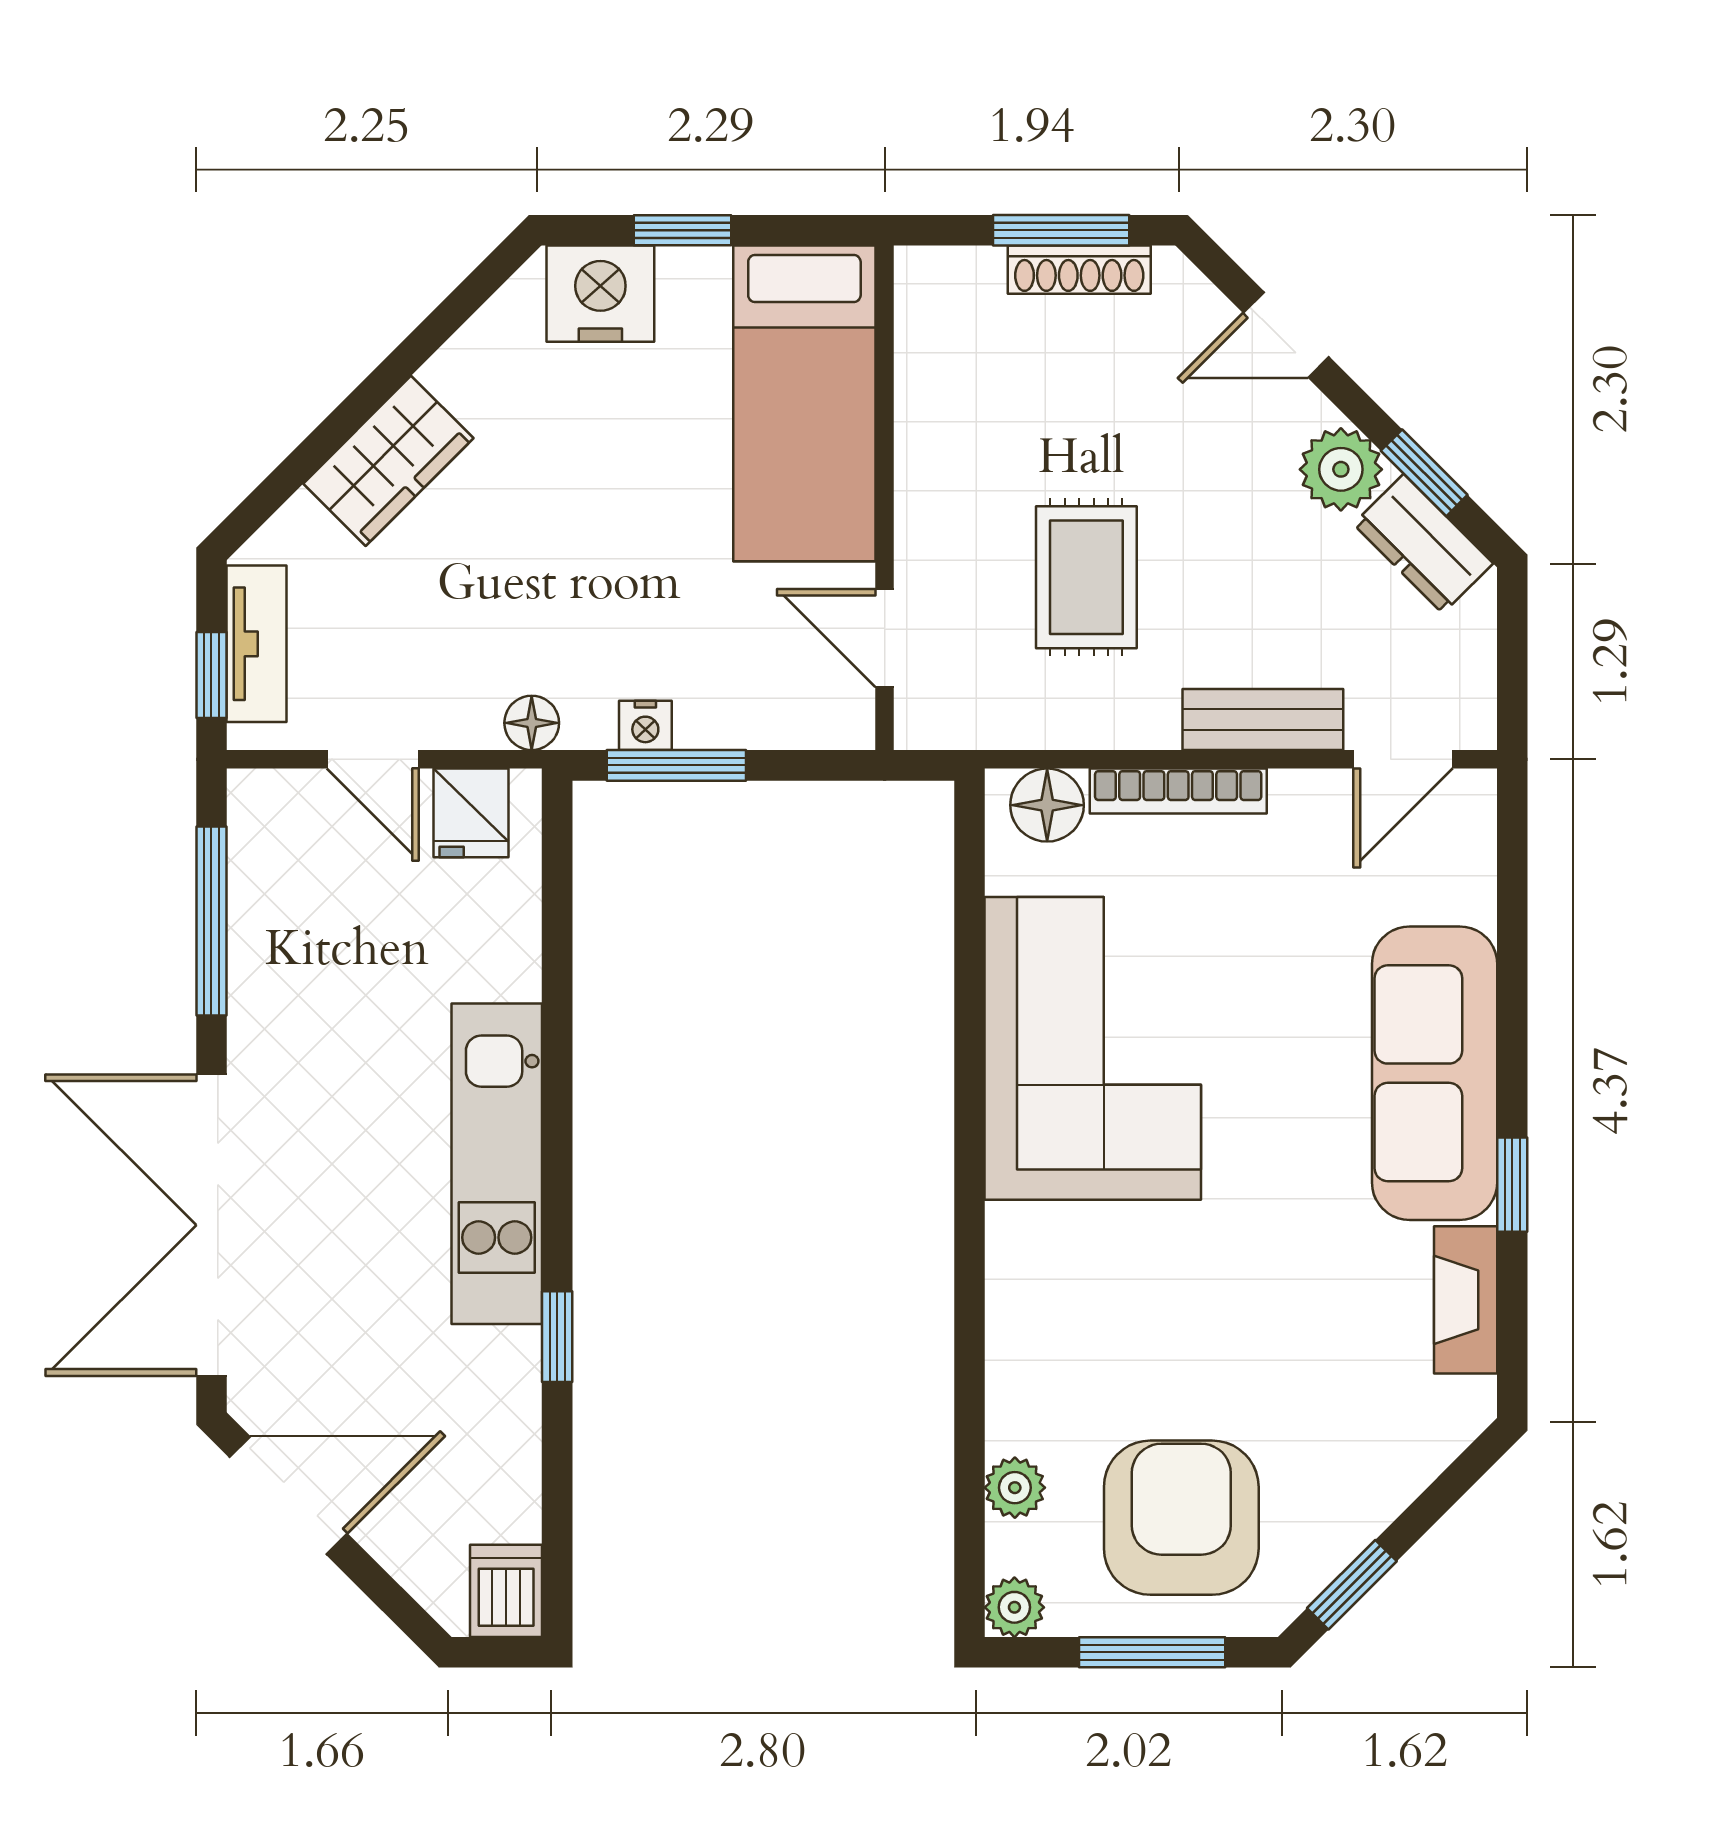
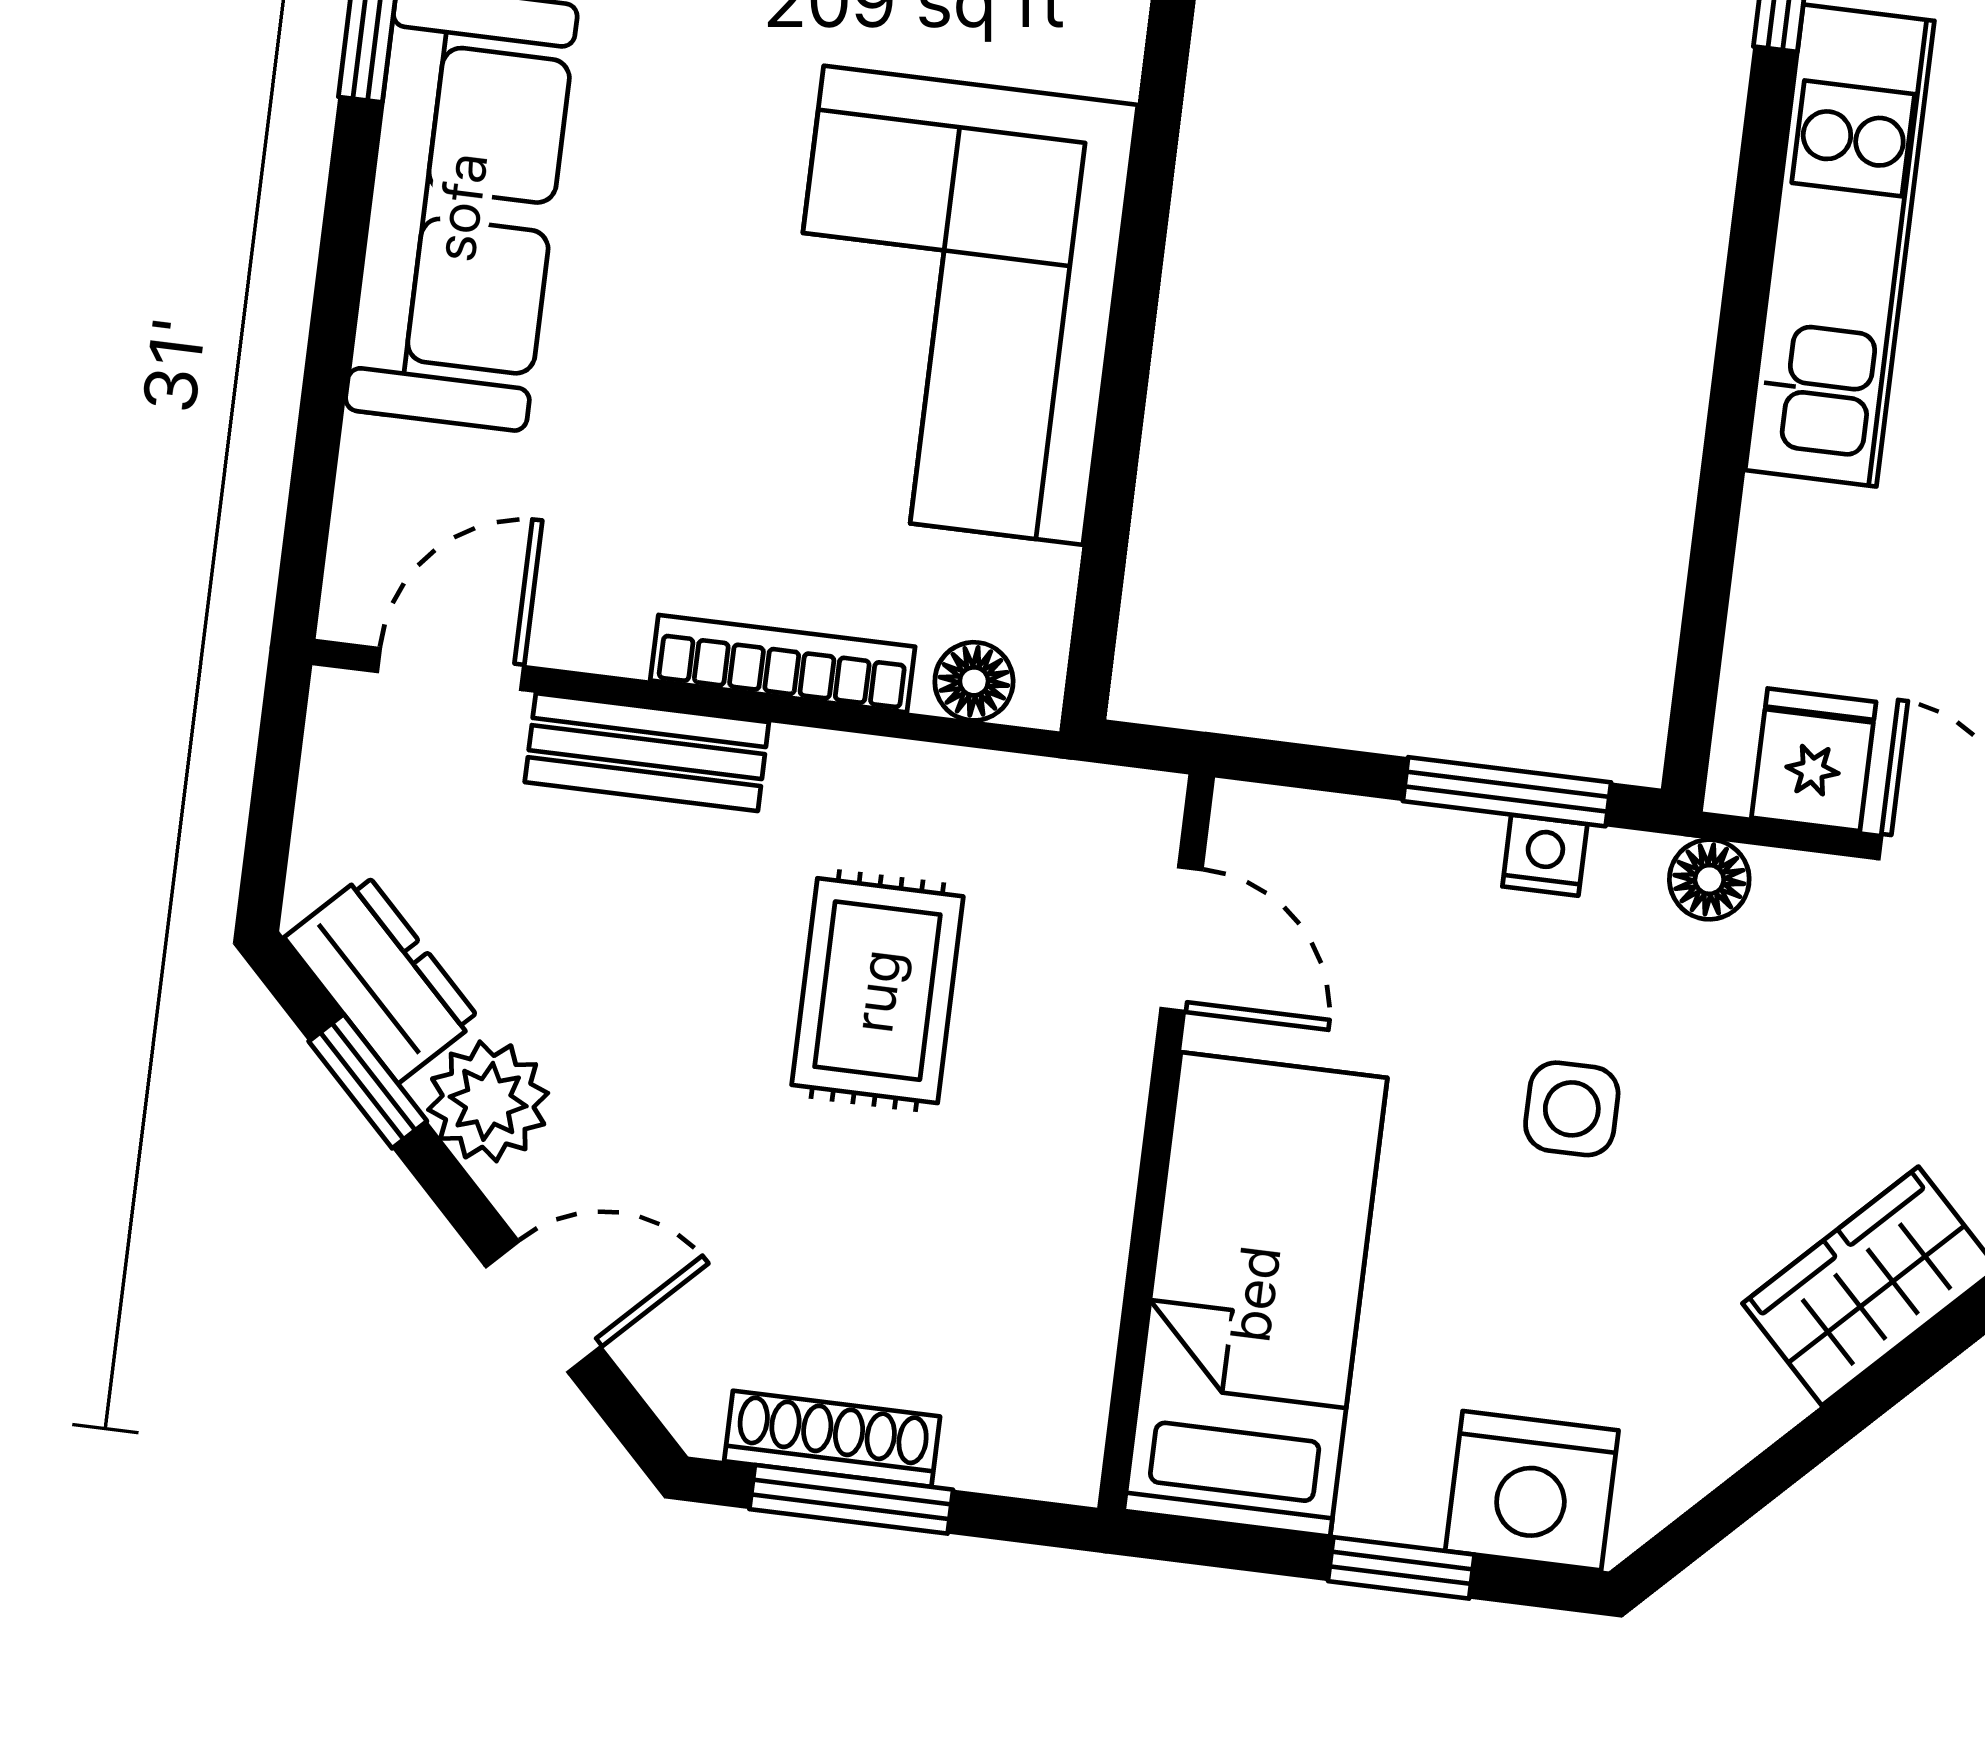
side table: (606, 556) -> (1572, 1109), added
floor lamp: (1047, 805) -> (974, 681), width x0.73, depth x0.73

